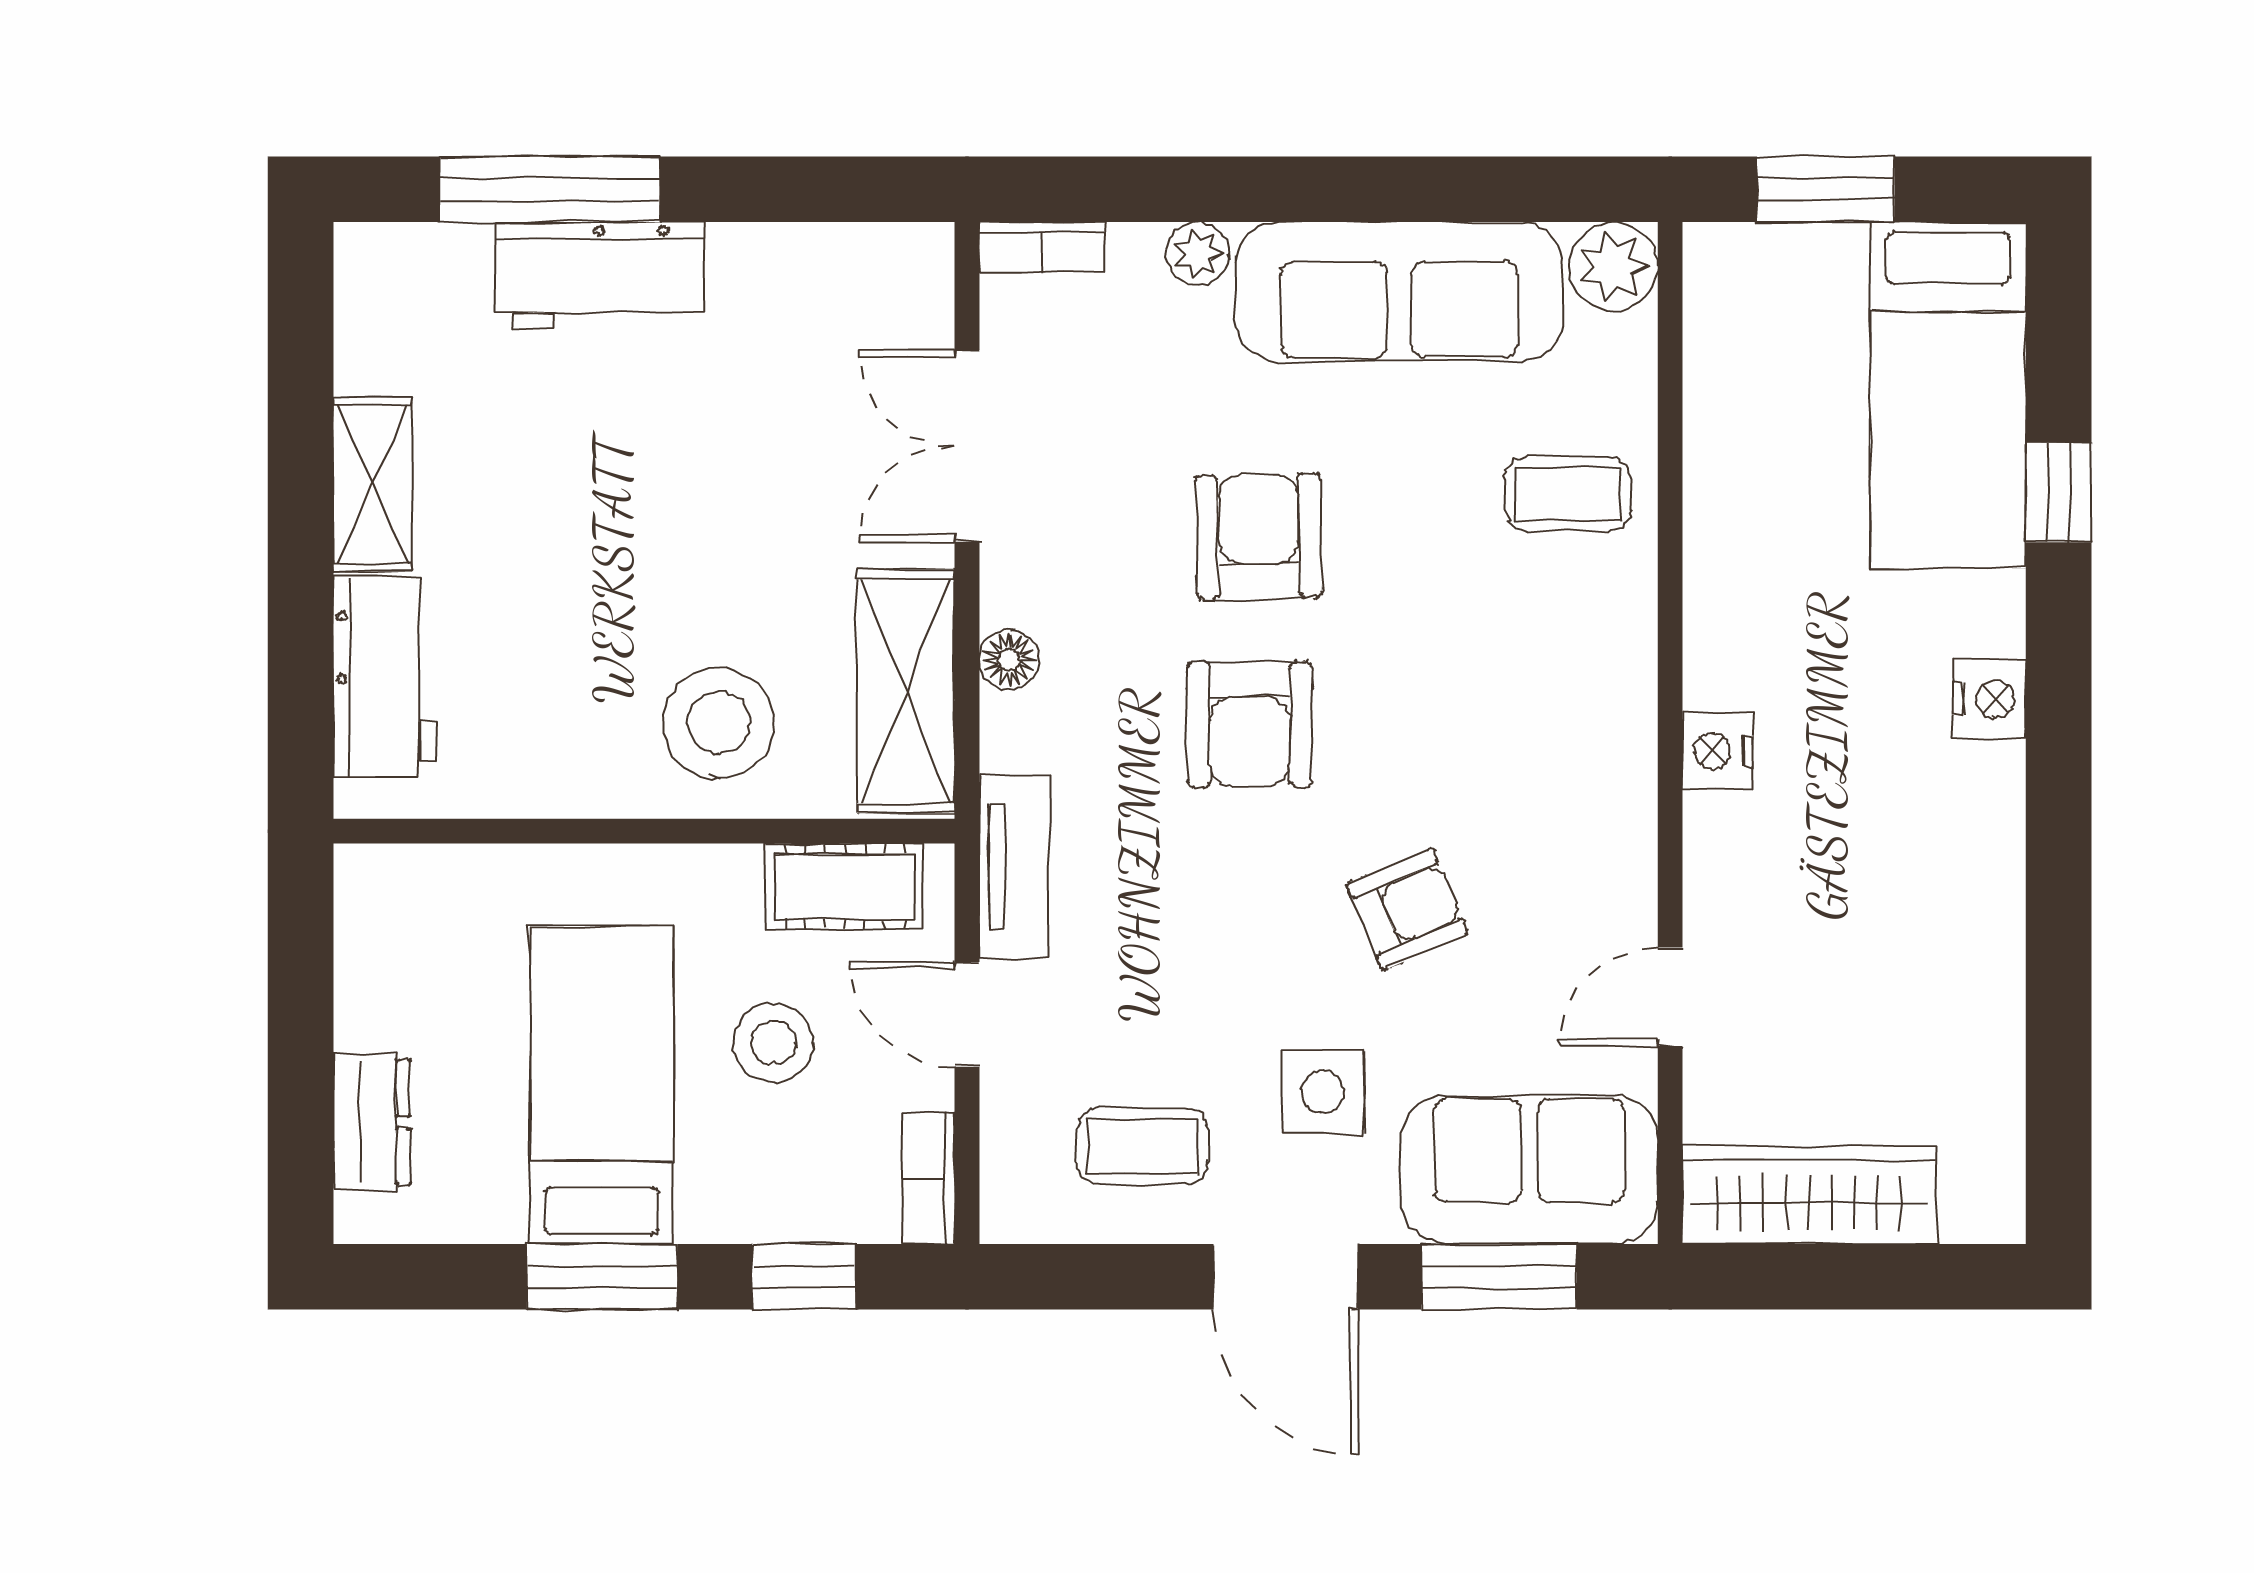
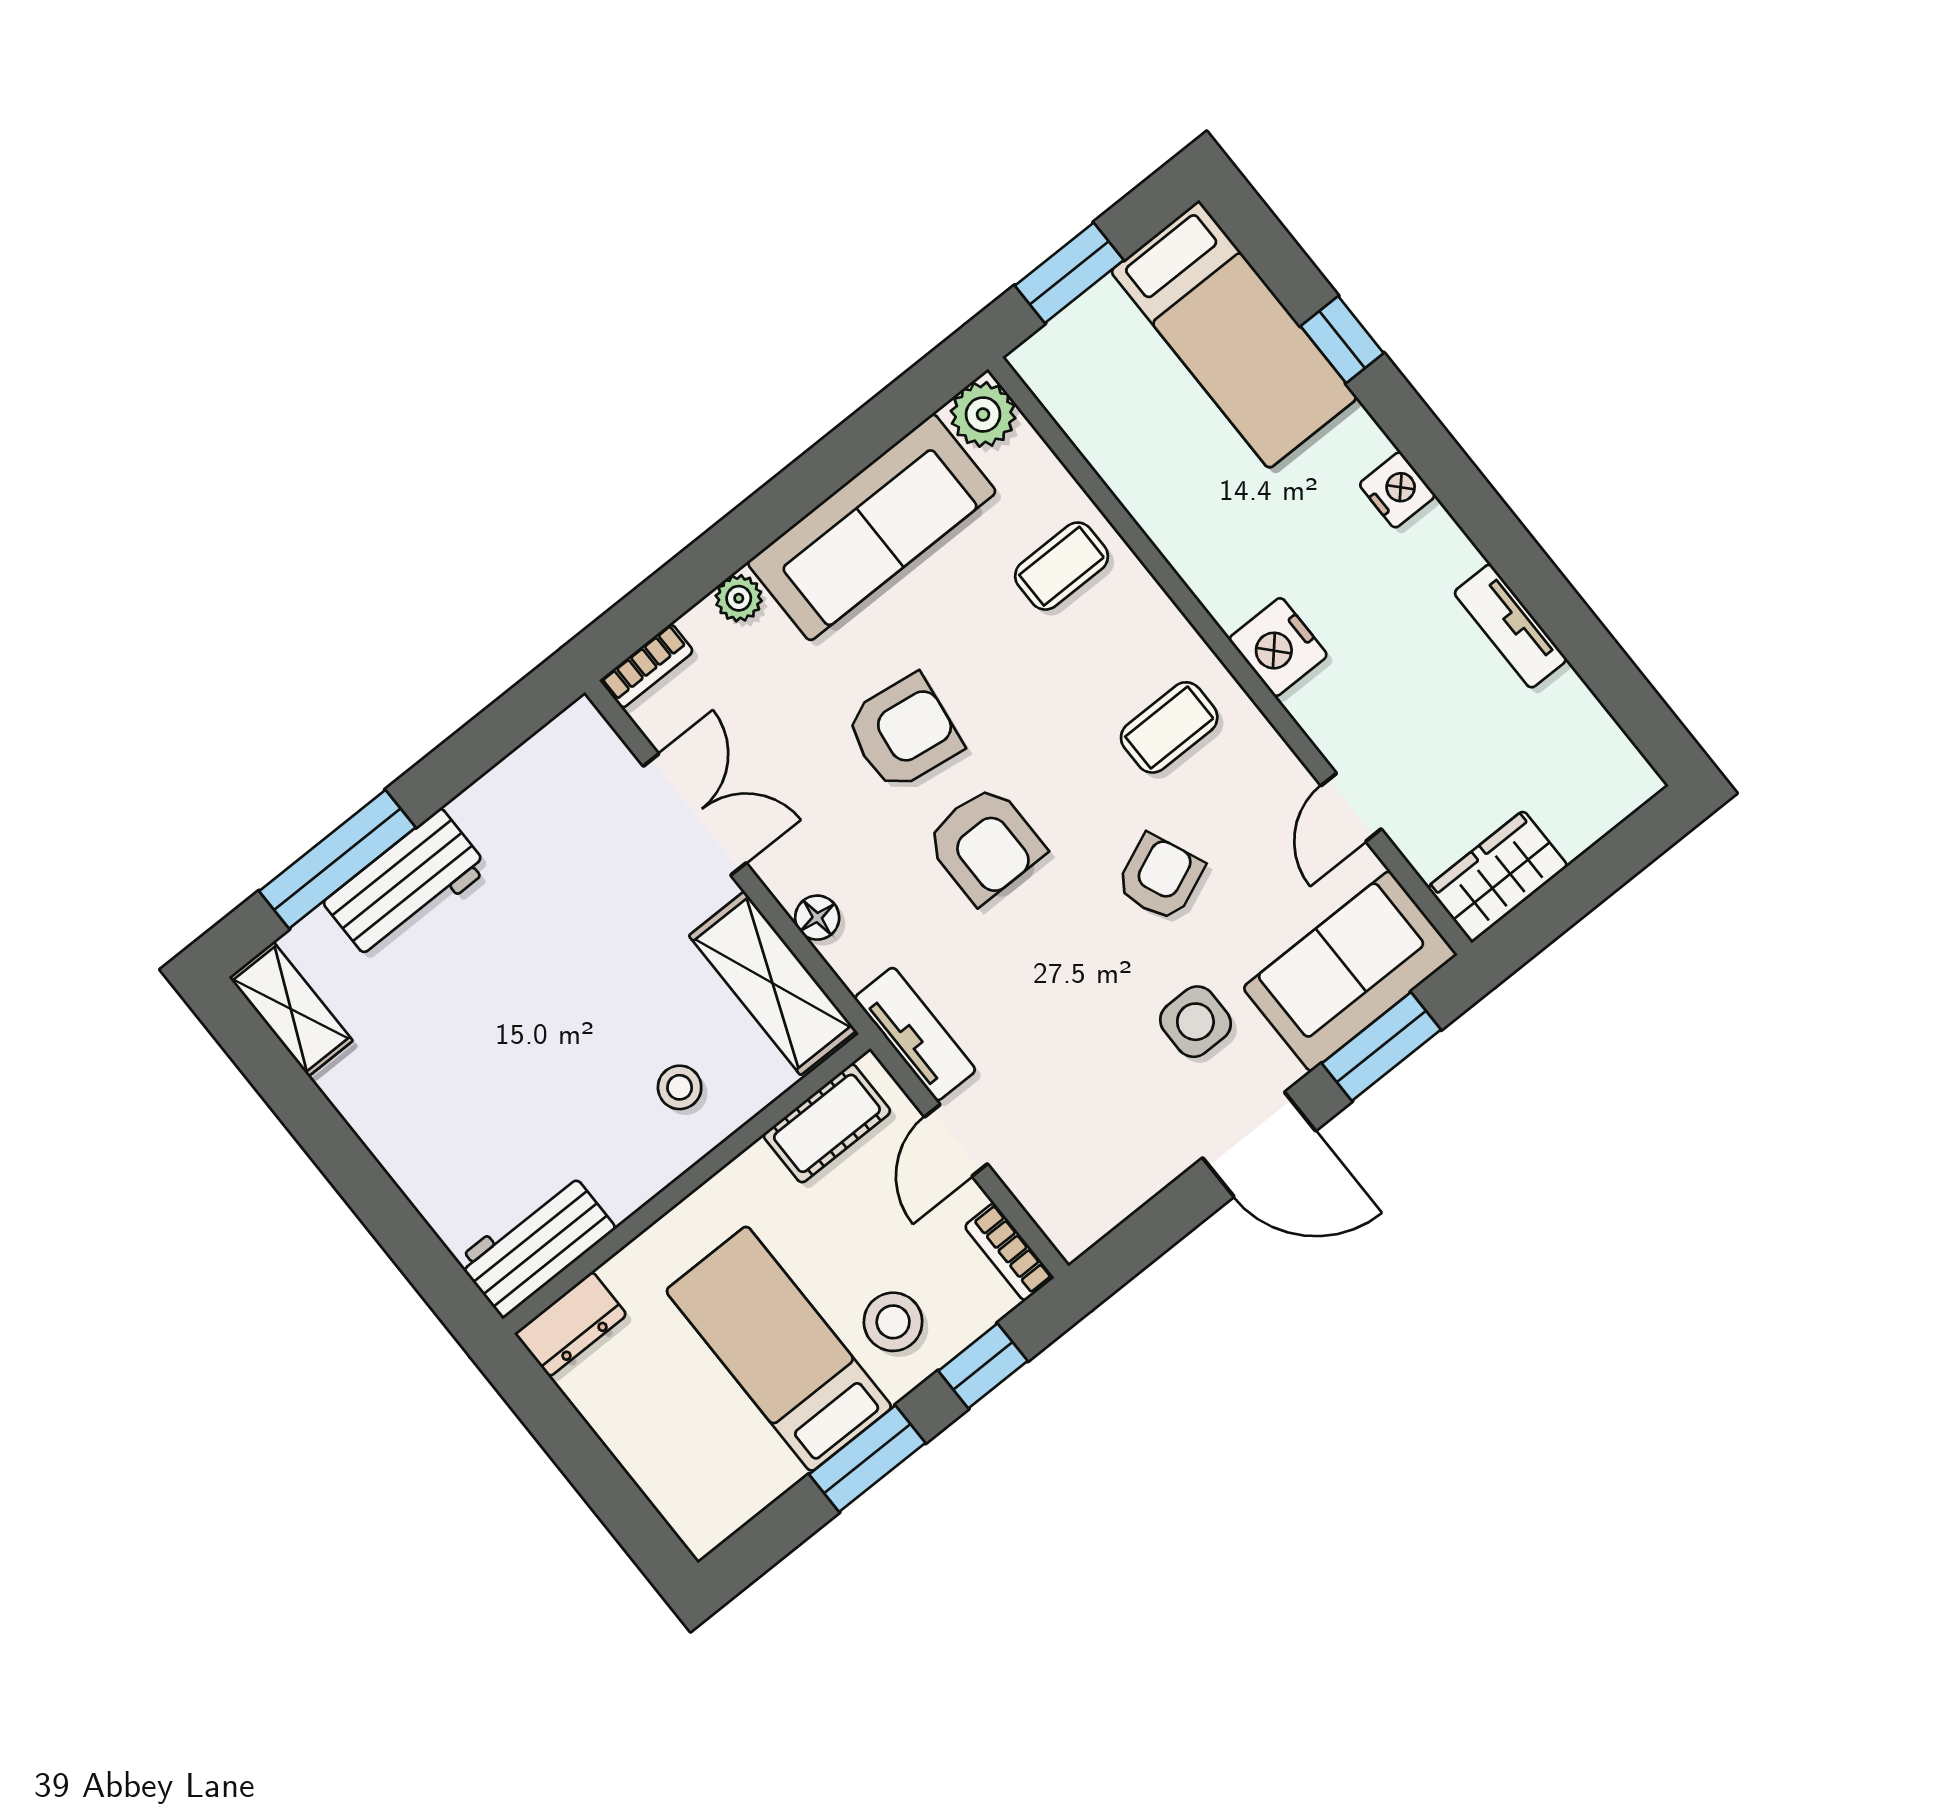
double door: (967, 446) -> (695, 814), swing flipped
shelving: (372, 484) -> (291, 1009), moved
armchair: (1258, 536) -> (903, 732), turned 99
workbench: (385, 677) -> (536, 1244), moved, turned -90
stool: (719, 723) -> (680, 1087), width x0.53, depth x0.53
nightstand: (1718, 751) -> (1278, 647), width x1.36, depth x1.33
tv unit: (1994, 940) -> (1510, 626), added
door: (967, 1014) -> (956, 1140), hinge flipped
stool: (774, 1043) -> (893, 1322), moved
dresser: (372, 1122) -> (571, 1324), moved, turned 90
coffee table: (1142, 1146) -> (1169, 727), moved
wardrobe: (1809, 1195) -> (1498, 877), width x0.67

